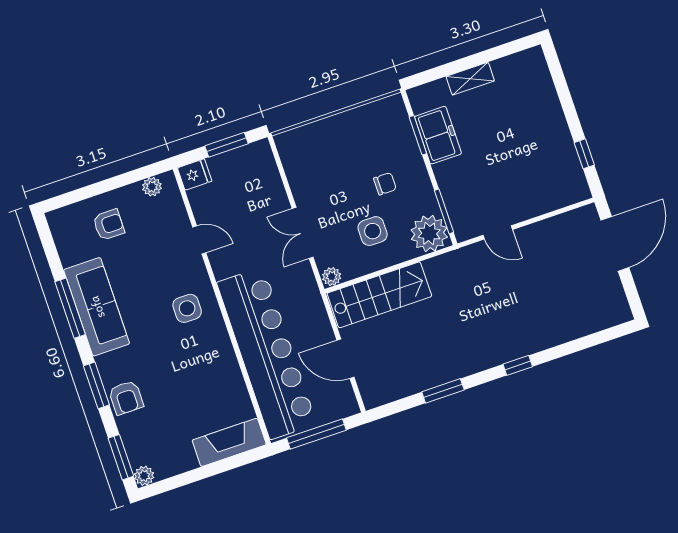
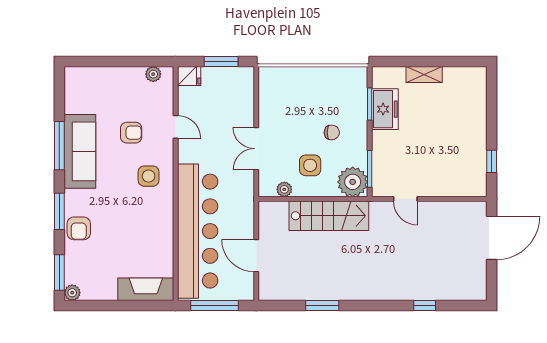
armchair: (109, 225) -> (131, 133), moved
plant: (332, 277) -> (284, 189), moved
stairs: (379, 295) -> (329, 216), moved
window: (518, 365) -> (425, 306), moved

